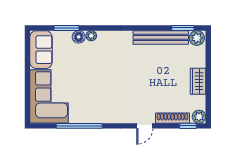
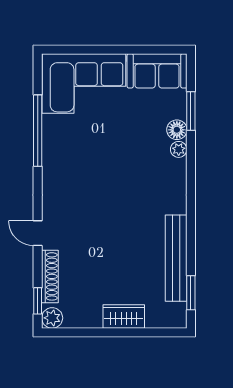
plant: (197, 38) -> (175, 315), removed
wardrobe: (198, 81) -> (124, 316), moved

